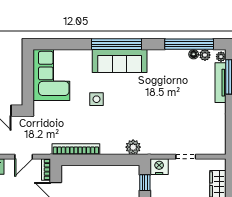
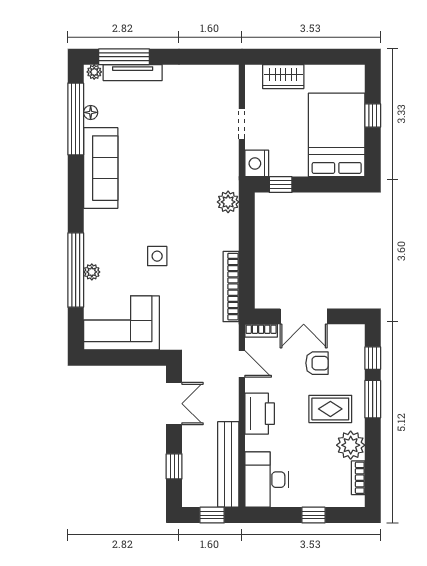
window: (116, 44) -> (76, 270), moved
plant: (205, 55) -> (92, 272), moved
sofa: (120, 61) -> (101, 168), moved

